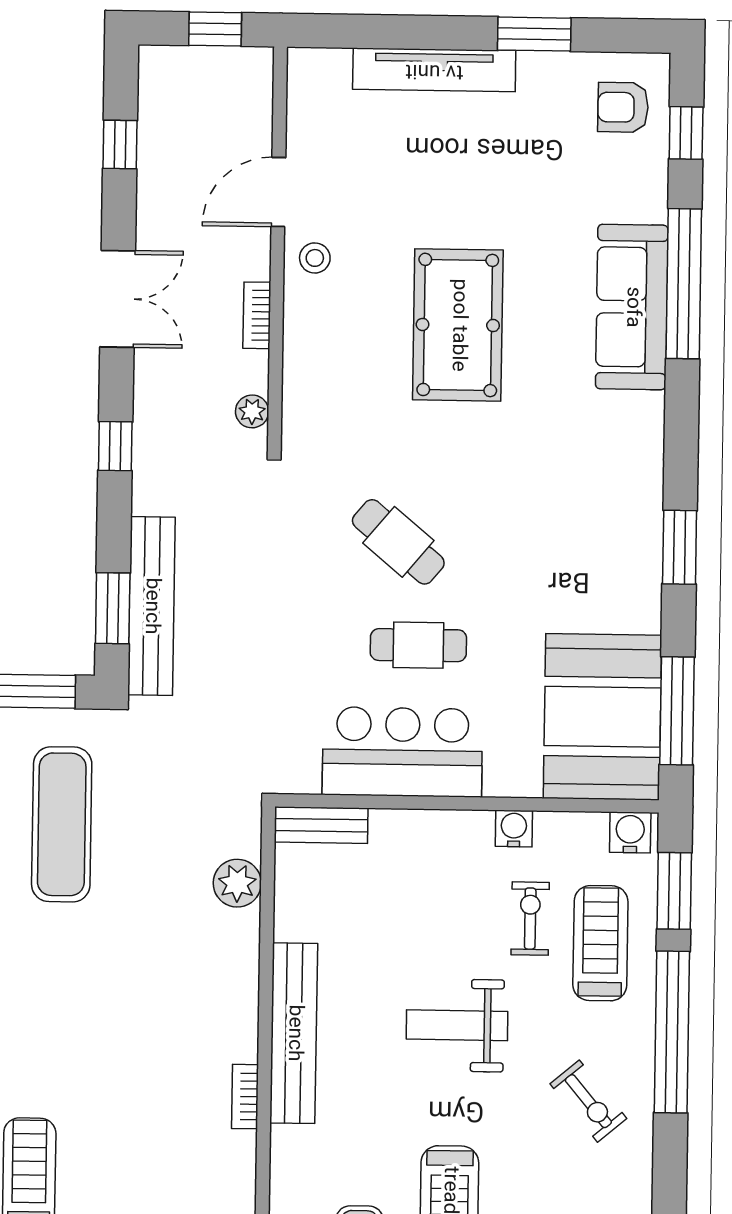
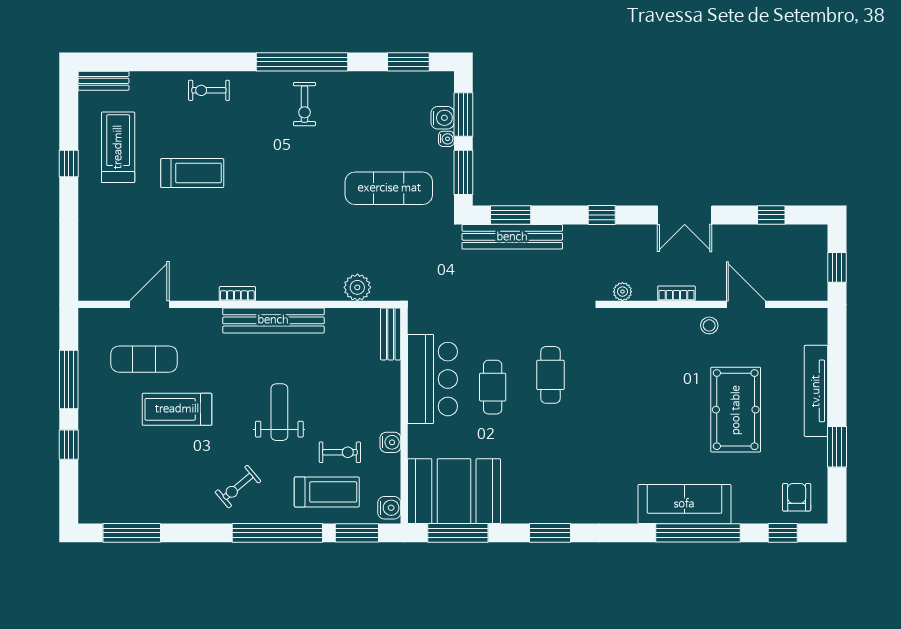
pool table: (458, 325) -> (736, 410), moved, turned 90
cafe table: (398, 542) -> (550, 375), turned -40

